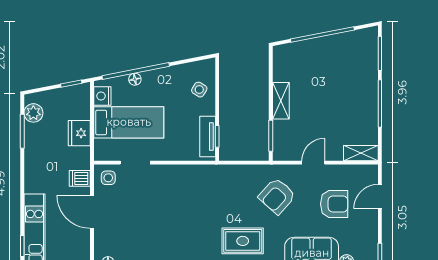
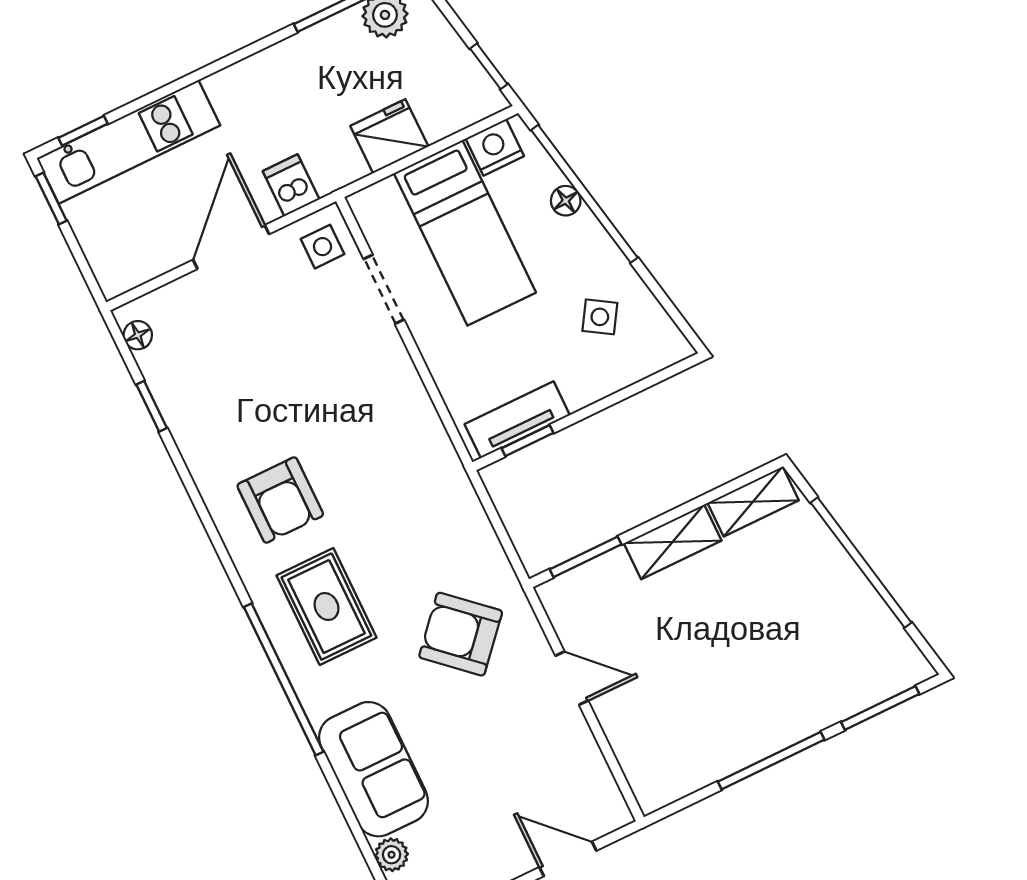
side table: (199, 90) -> (600, 317), moved
shelving: (361, 153) -> (753, 502), moved, turned 90
armchair: (334, 204) -> (280, 500), moved

